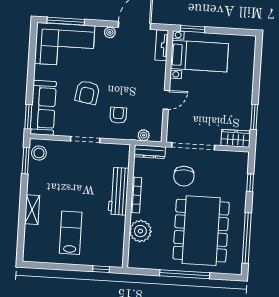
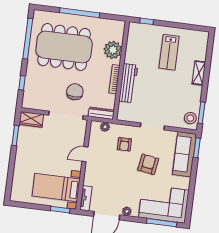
dining table: (201, 231) -> (64, 47), turned 90

